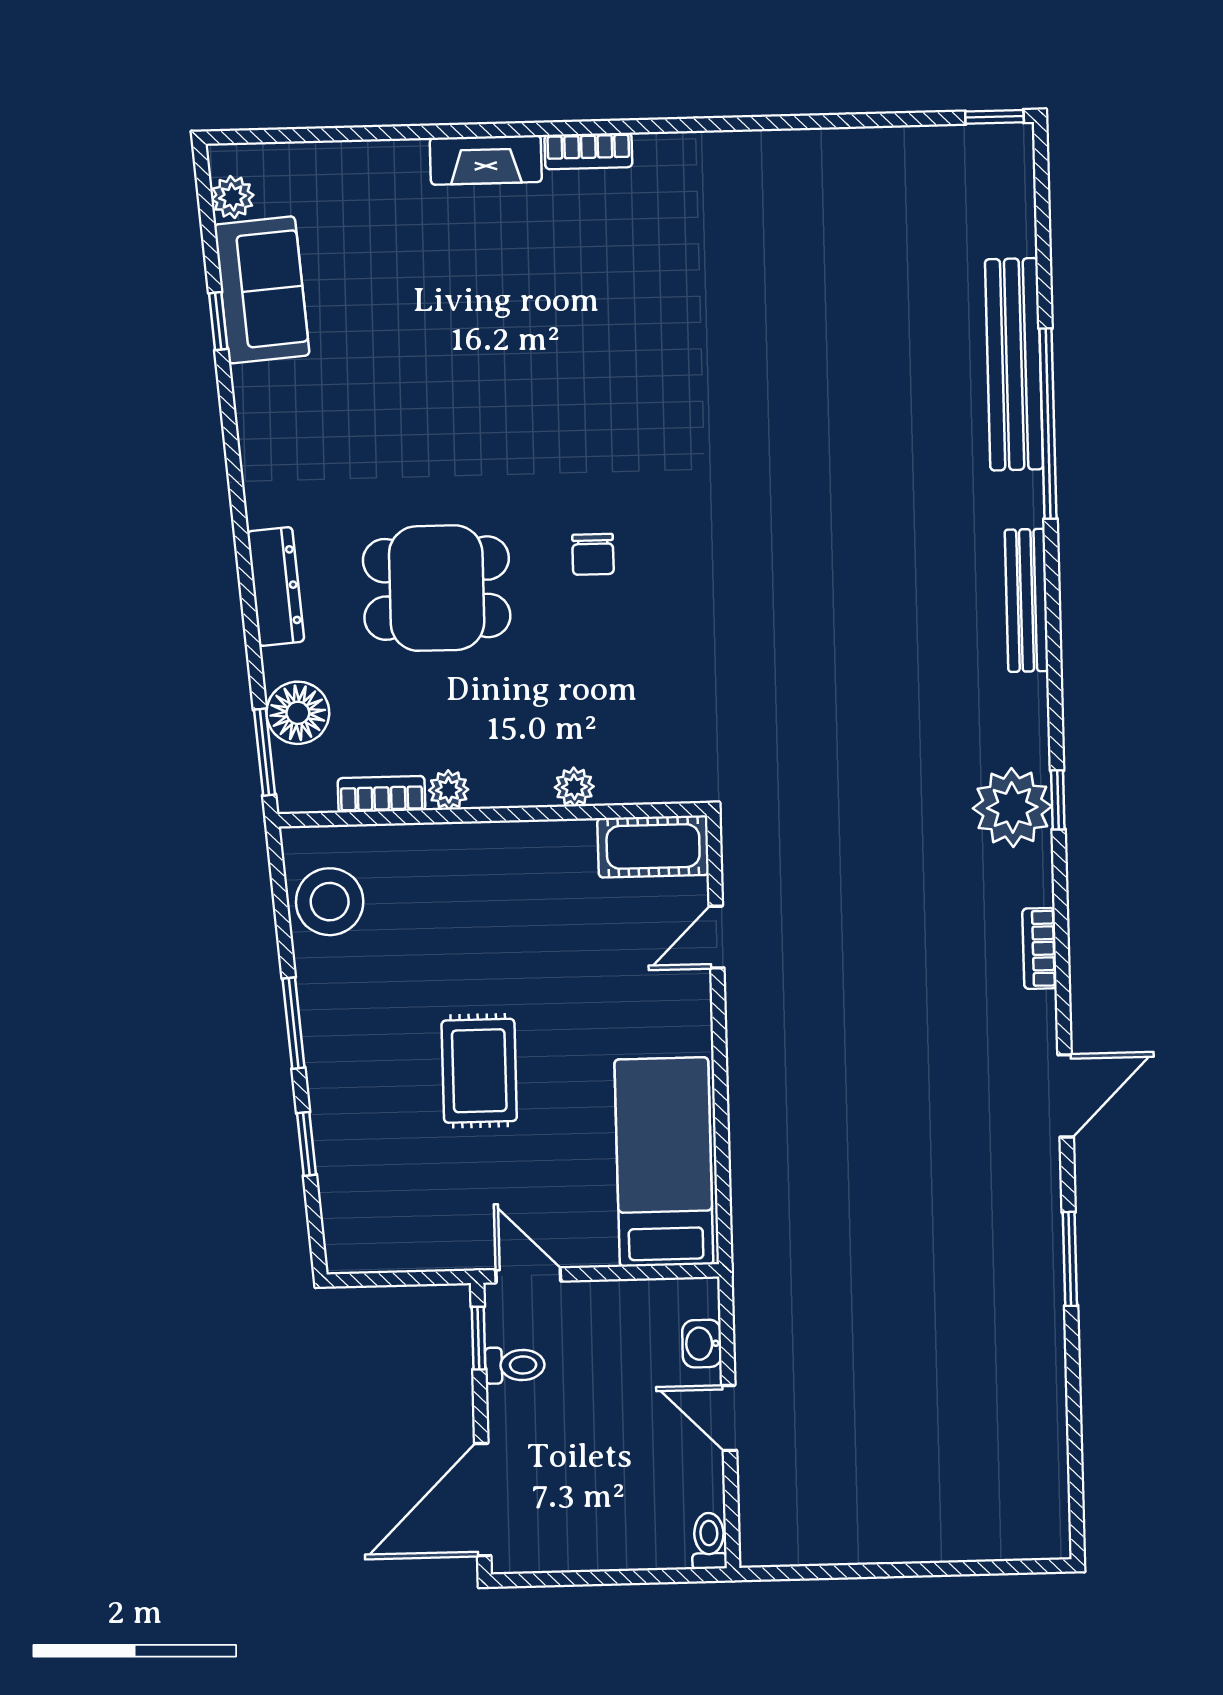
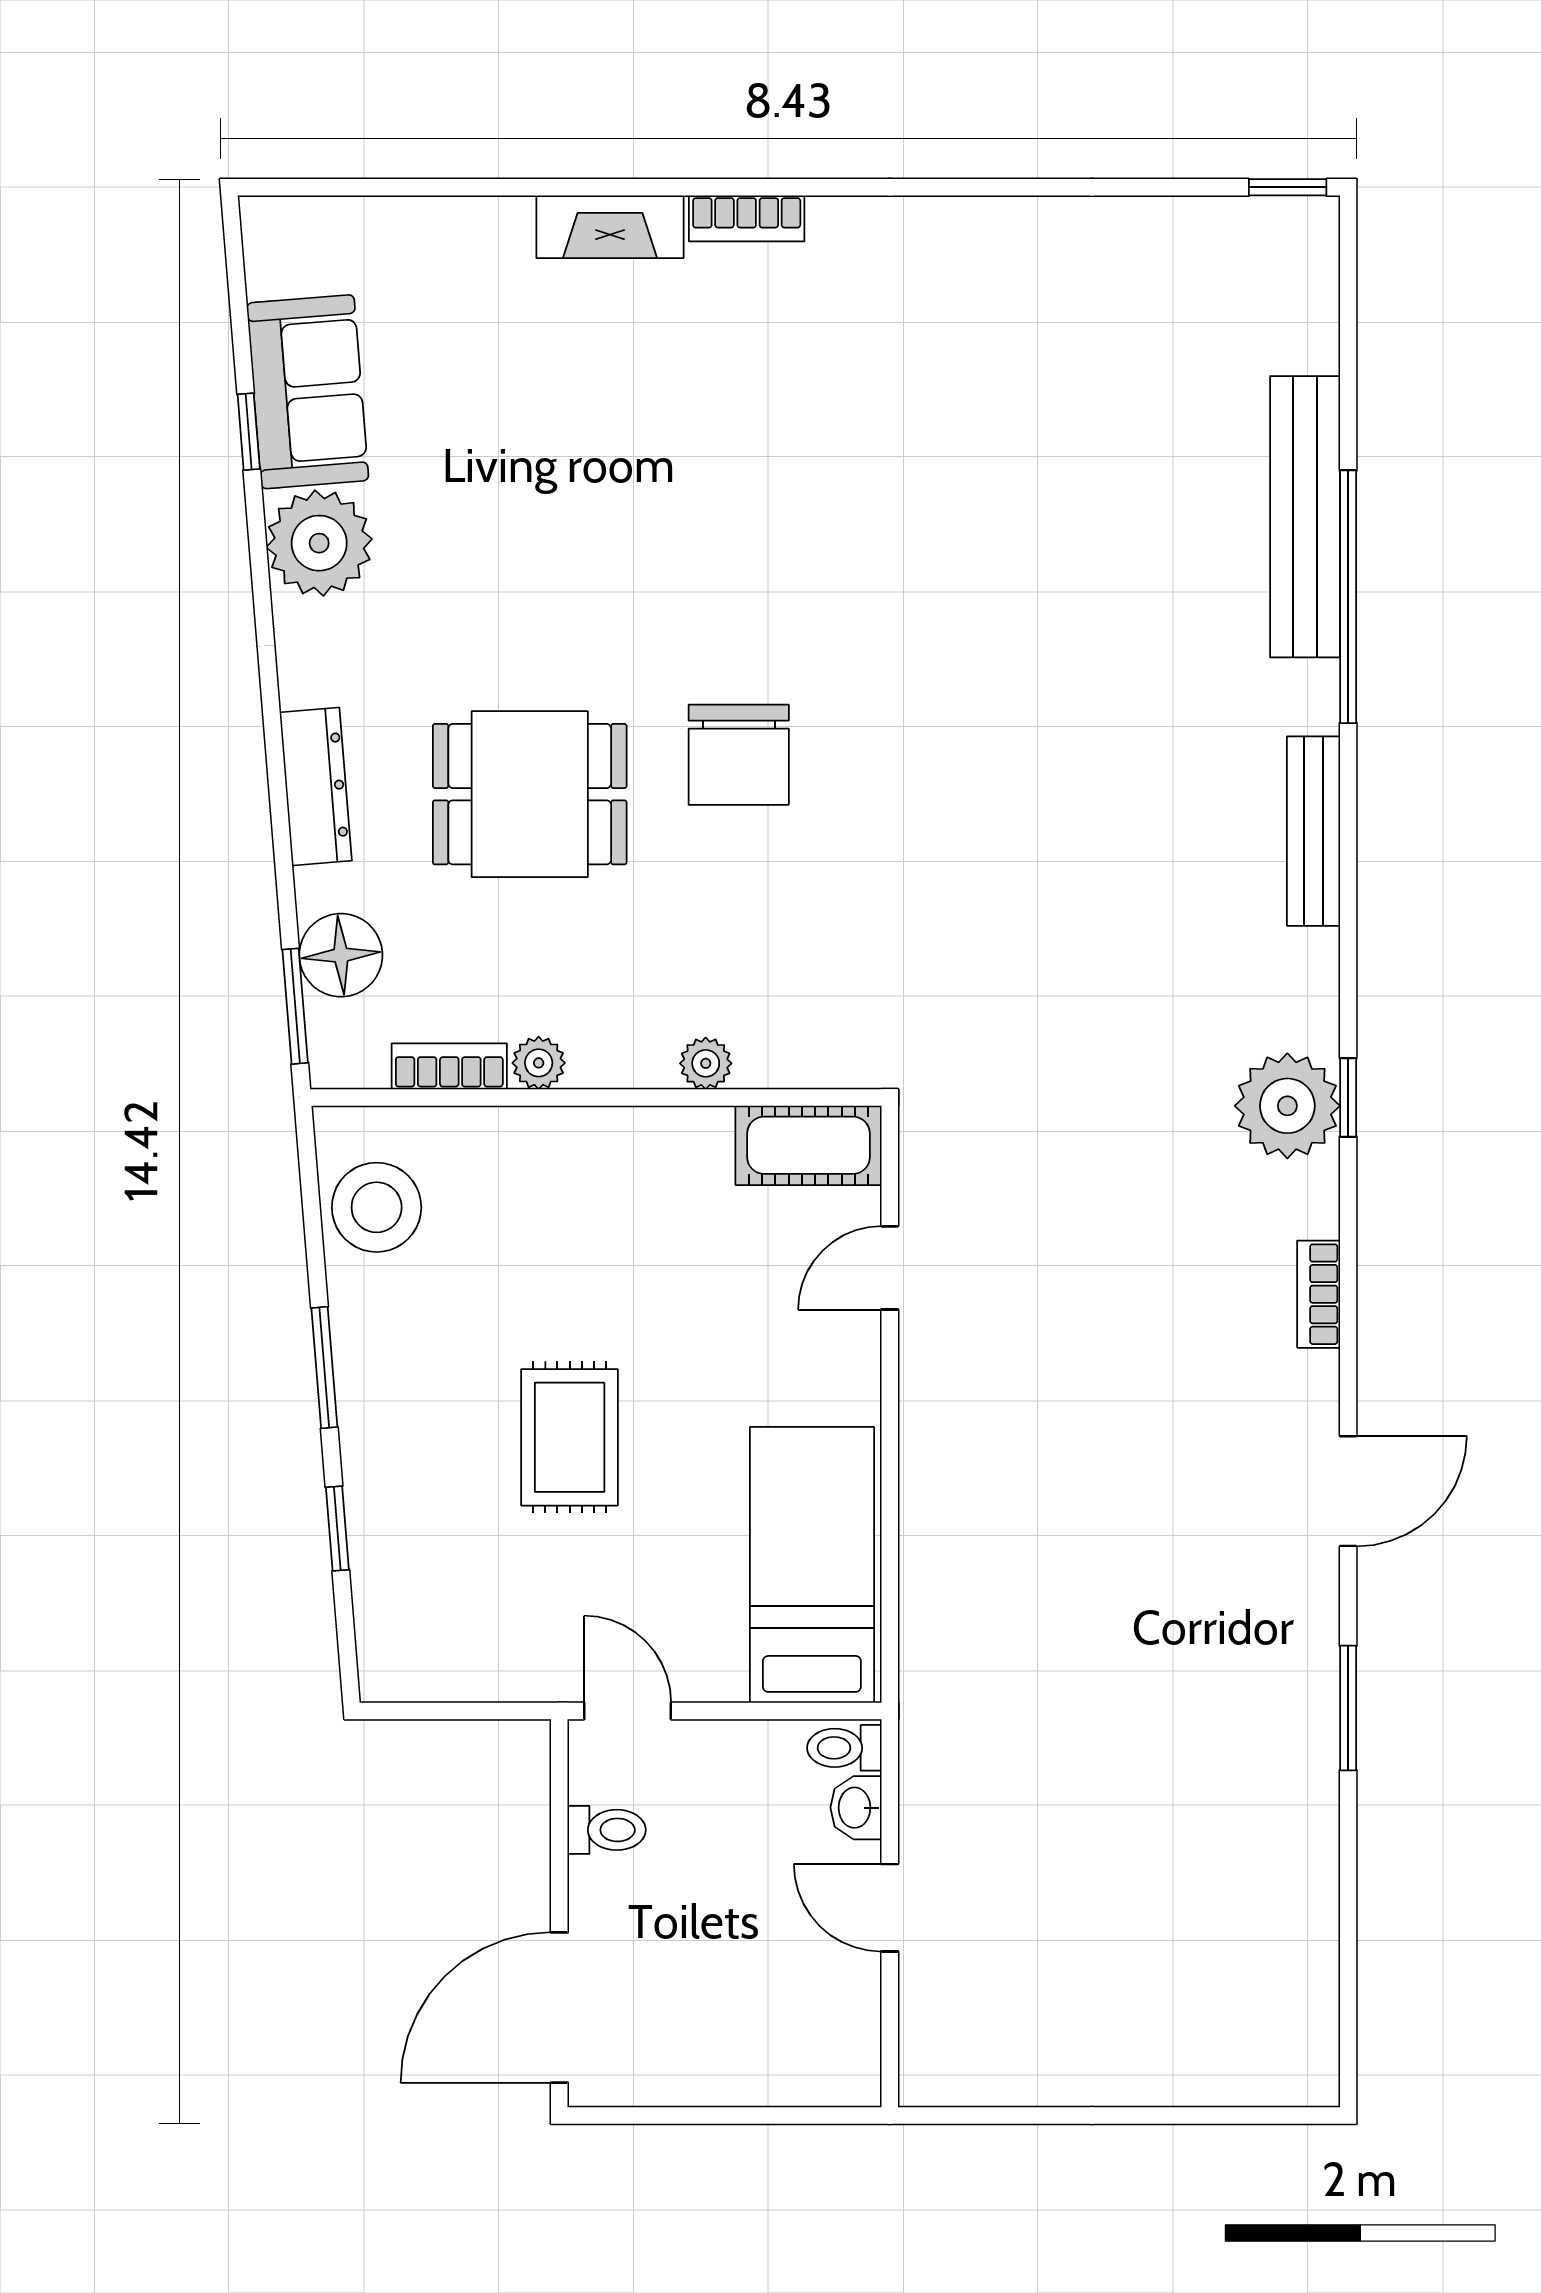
plant: (233, 197) -> (319, 543), moved, width x1.88, depth x1.88
chair: (593, 554) -> (739, 755), width x1.87, depth x1.87
window: (479, 1338) -> (559, 1793), removed
toilet: (709, 1541) -> (844, 1748), moved, turned -90

